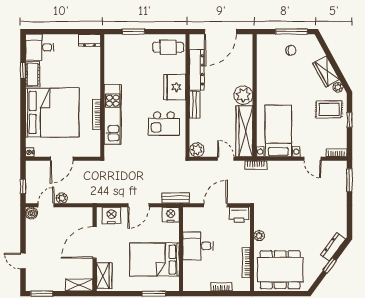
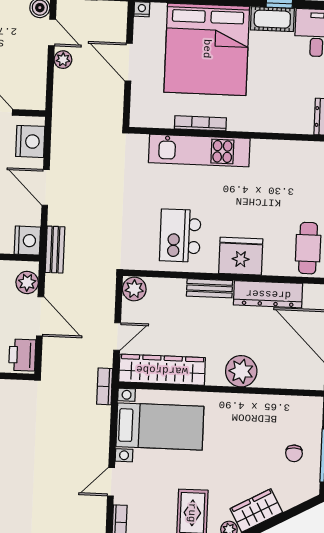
plant: (243, 95) -> (241, 371), moved
plant: (196, 214) -> (27, 282), added

